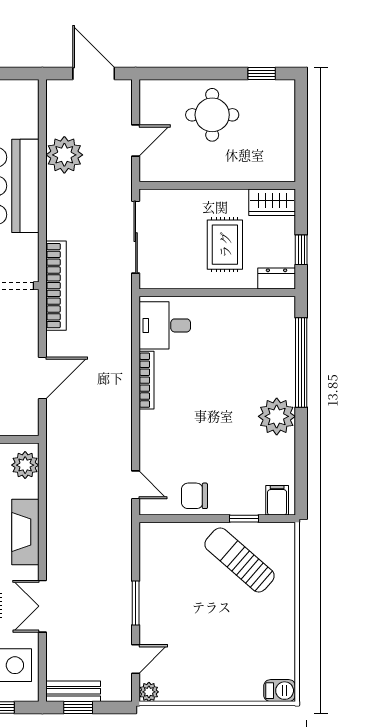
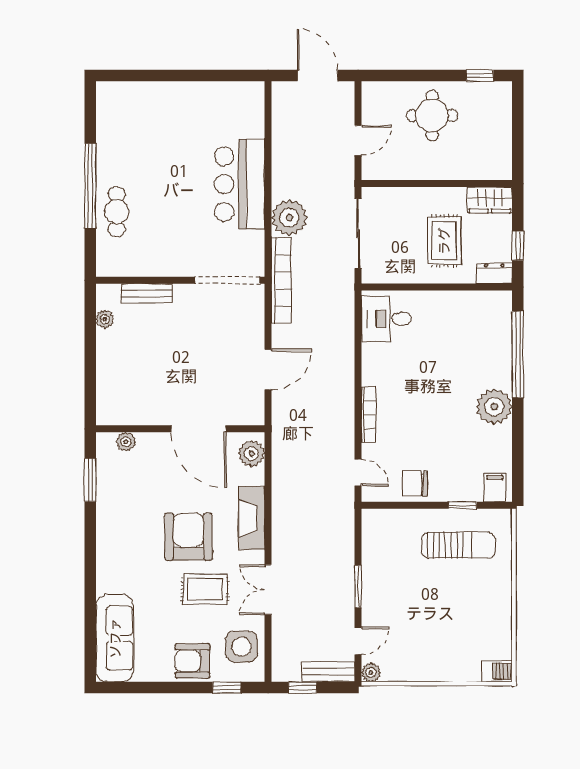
plant: (64, 155) -> (289, 218), moved
bookcase: (147, 380) -> (369, 414), moved
sun lounger: (239, 560) -> (458, 545), turned 139
bench: (73, 691) -> (328, 672), moved

